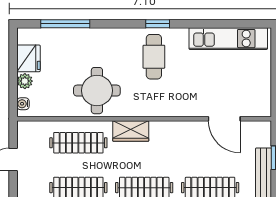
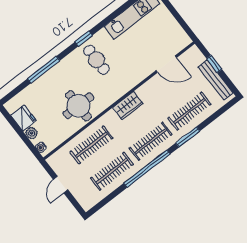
window: (65, 24) -> (44, 70), moved
wardrobe: (131, 131) -> (128, 106), moved

